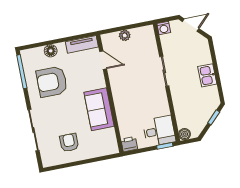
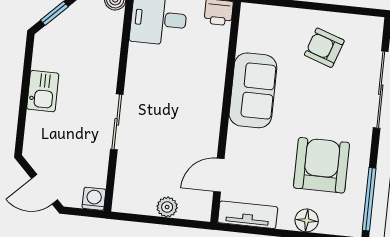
door: (103, 60) -> (219, 175), hinge flipped
armchair: (52, 82) -> (321, 165), turned -90
armchair: (69, 143) -> (324, 48), turned 109

